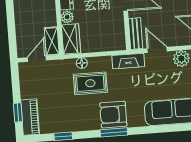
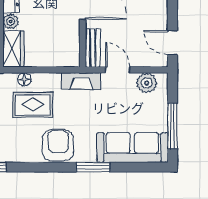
armchair: (113, 115) -> (58, 145), turned 90
window: (114, 132) -> (93, 167), moved

